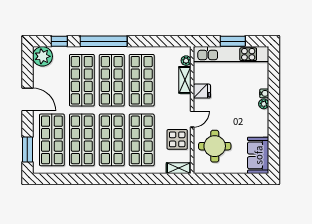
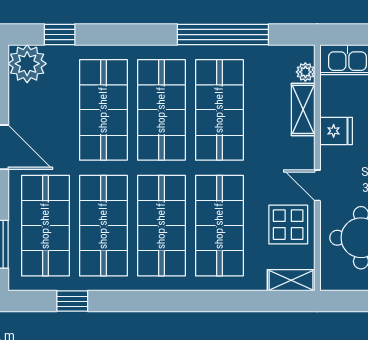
window: (104, 41) -> (223, 35), moved
door: (192, 119) -> (317, 185), swing flipped
window: (66, 179) -> (72, 301), added

